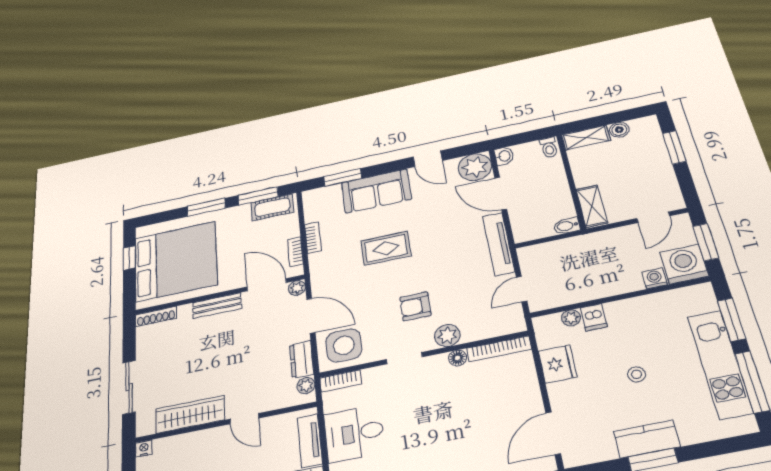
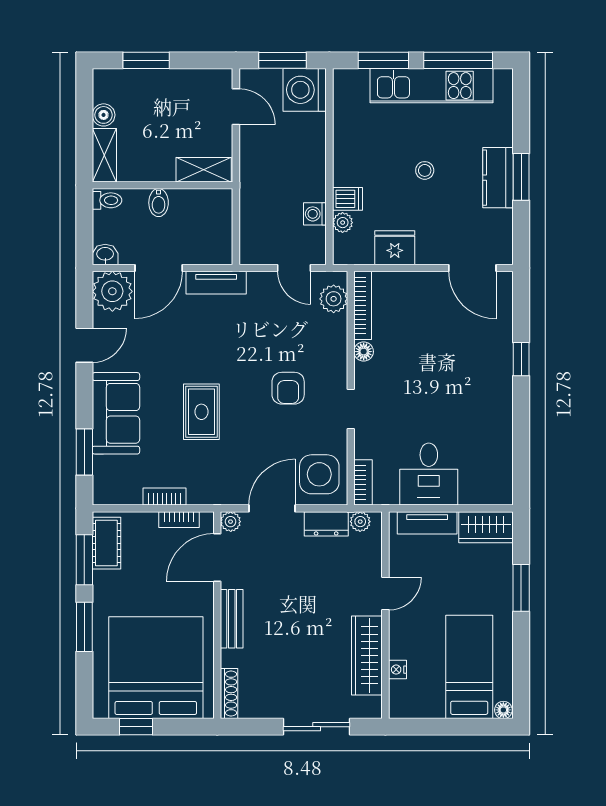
bidet: (567, 226) -> (159, 203), moved
tv unit: (499, 244) -> (216, 283), width x0.71
washing machine: (655, 278) -> (315, 214), moved
plant: (447, 336) -> (334, 299), moved
nightstand: (144, 449) -> (398, 670), moved

